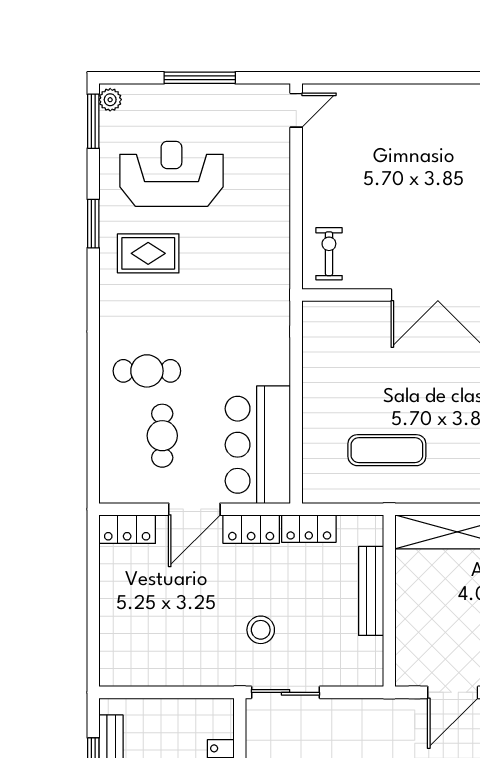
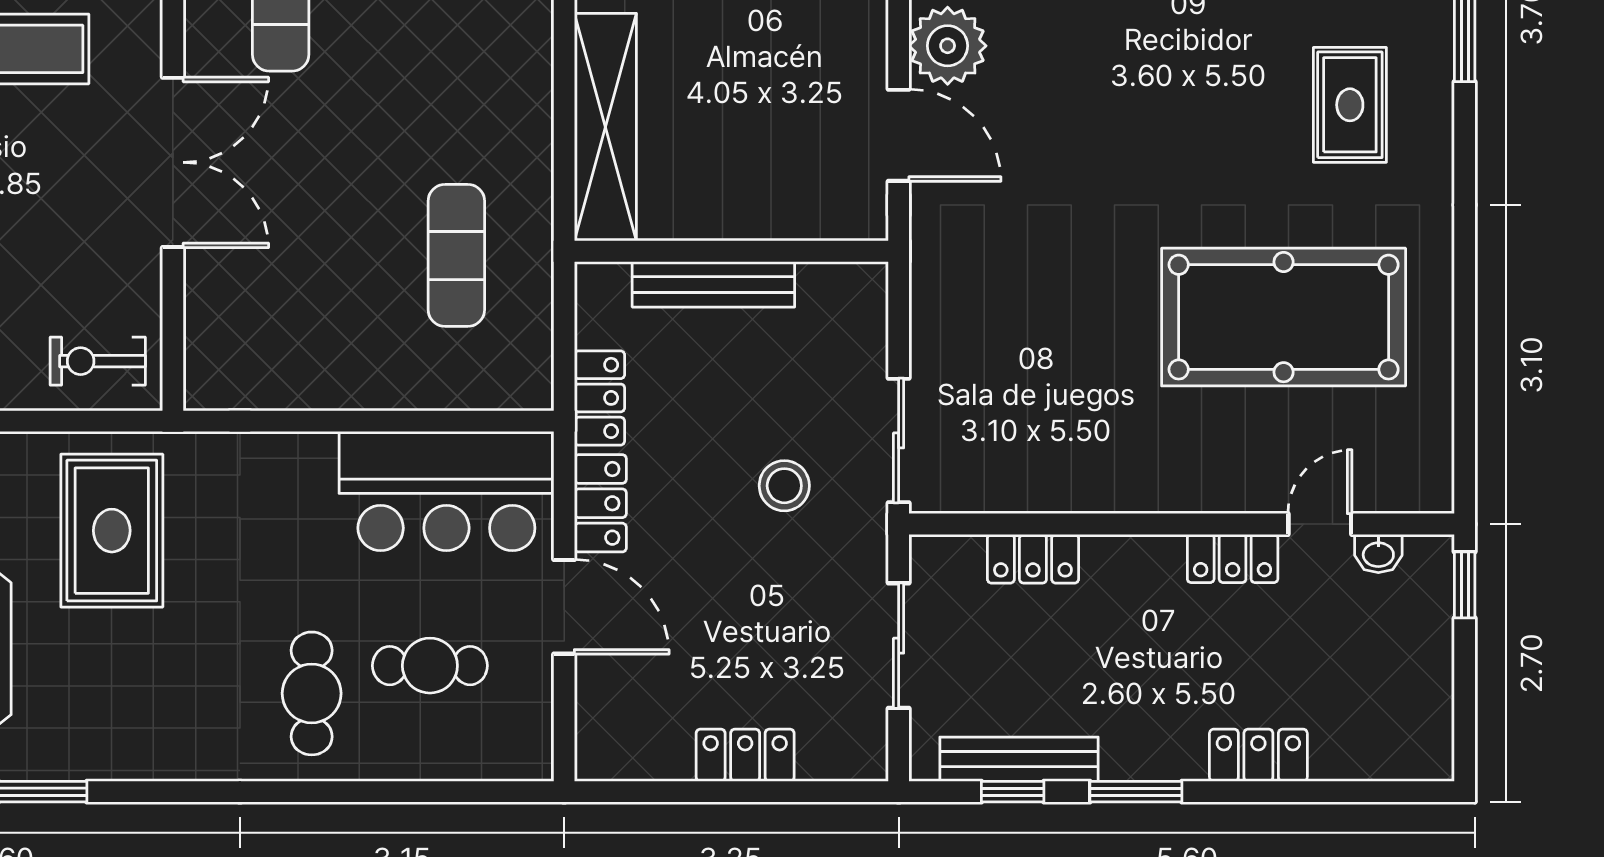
rug: (148, 253) -> (112, 531), moved, width x1.36, depth x1.43
locker: (127, 529) -> (745, 755), moved, turned -90
sliding door: (173, 692) -> (899, 646), added

